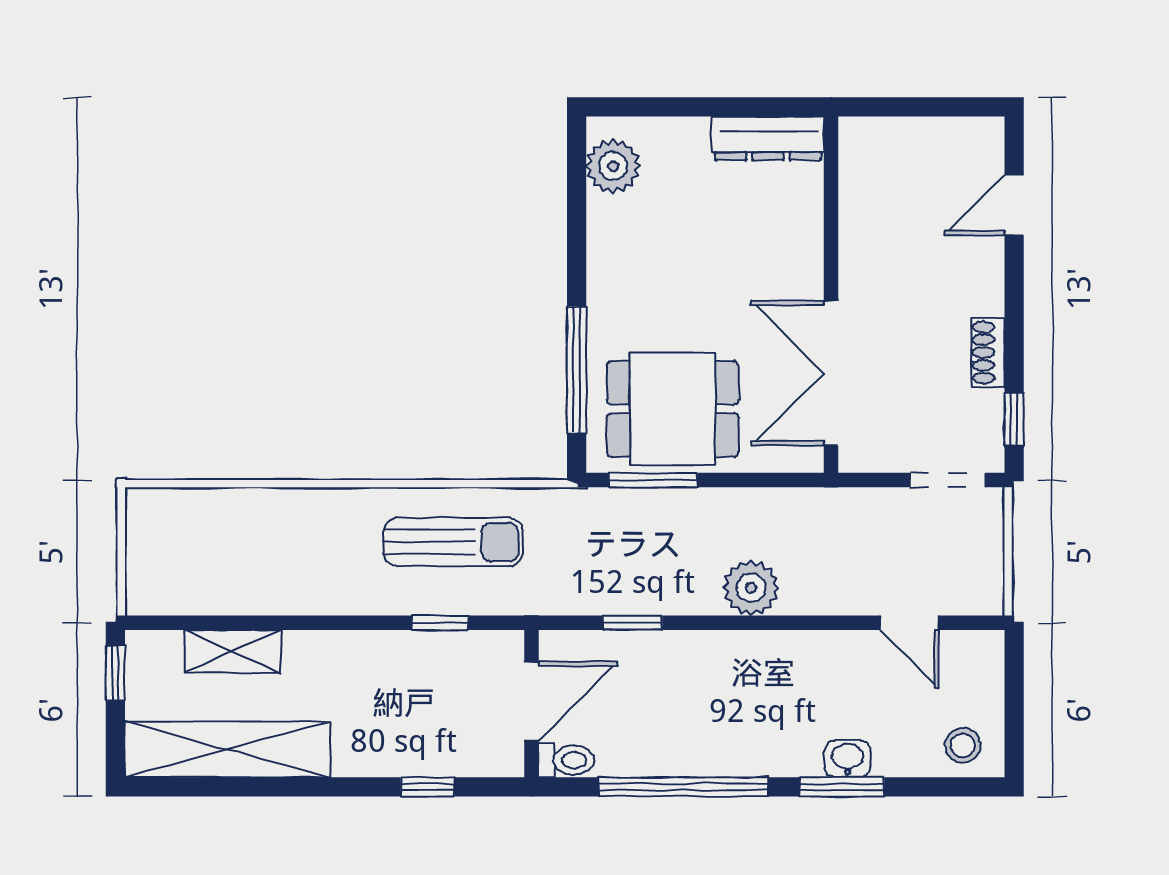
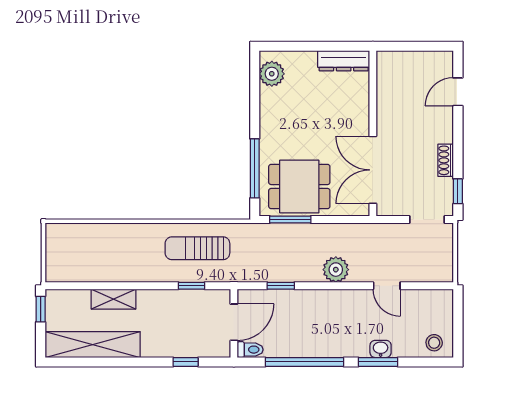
sun lounger: (453, 542) -> (197, 248), turned 180
door: (909, 623) -> (387, 286), moved
shelving: (233, 652) -> (113, 299), moved

